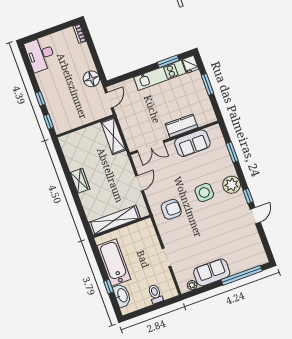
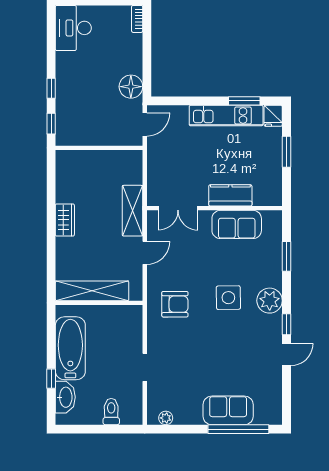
shelving: (113, 136) -> (132, 211), moved
sofa: (212, 272) -> (228, 410), moved

